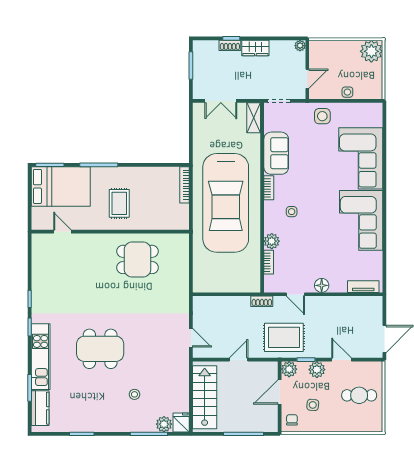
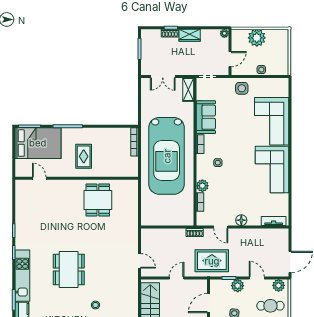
plant: (371, 51) -> (257, 38), moved
dining table: (138, 259) -> (98, 200), turned 90
dining table: (100, 349) -> (69, 270), turned 90
plant: (289, 369) -> (279, 285), moved

